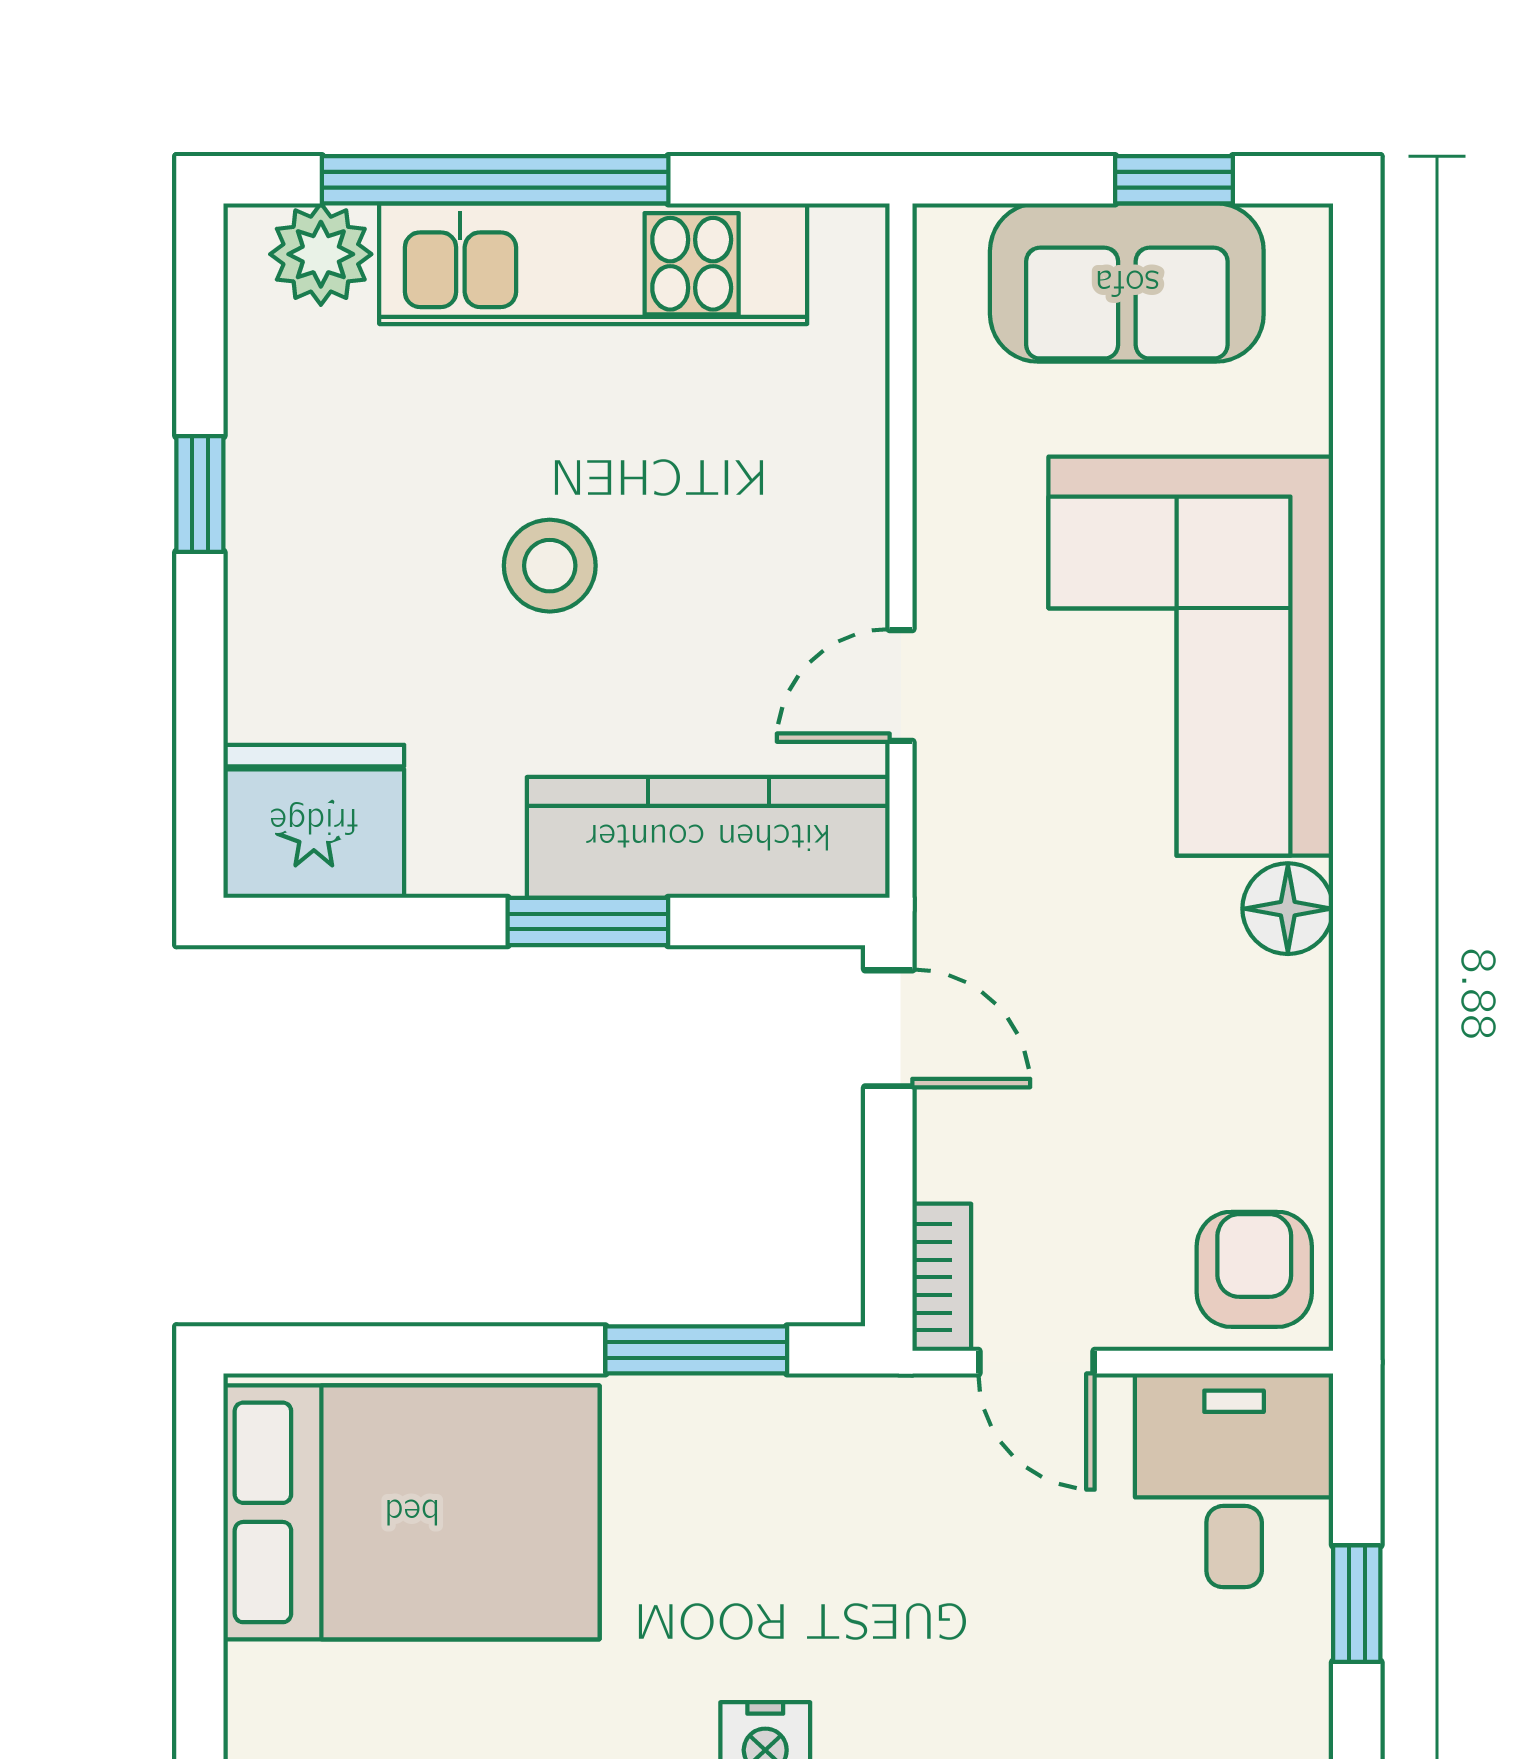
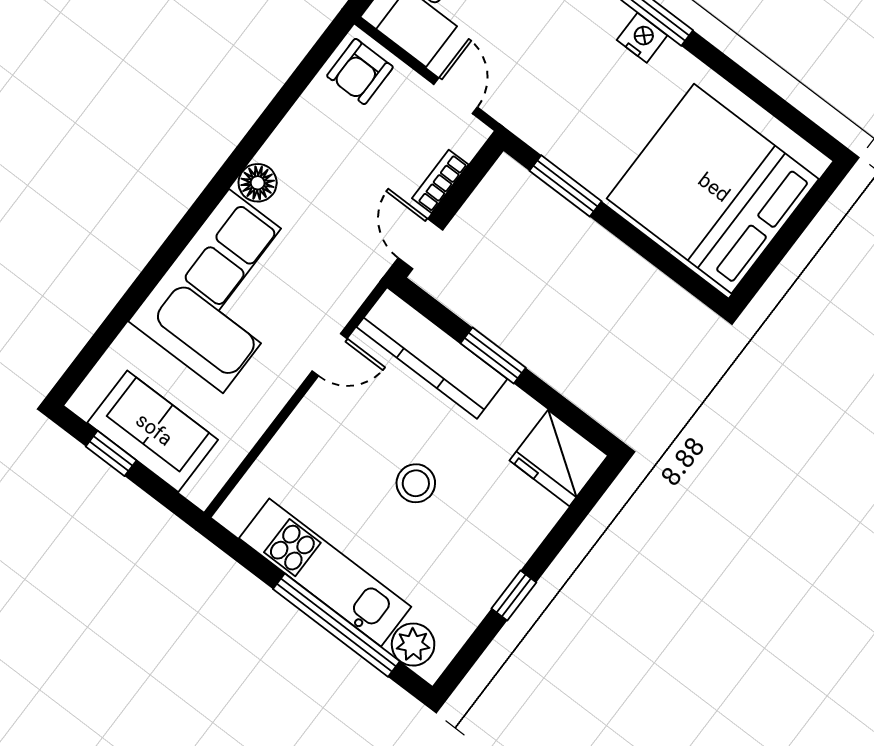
bookcase: (942, 1277) -> (440, 181), moved
bed: (412, 1512) -> (713, 189), width x1.36

